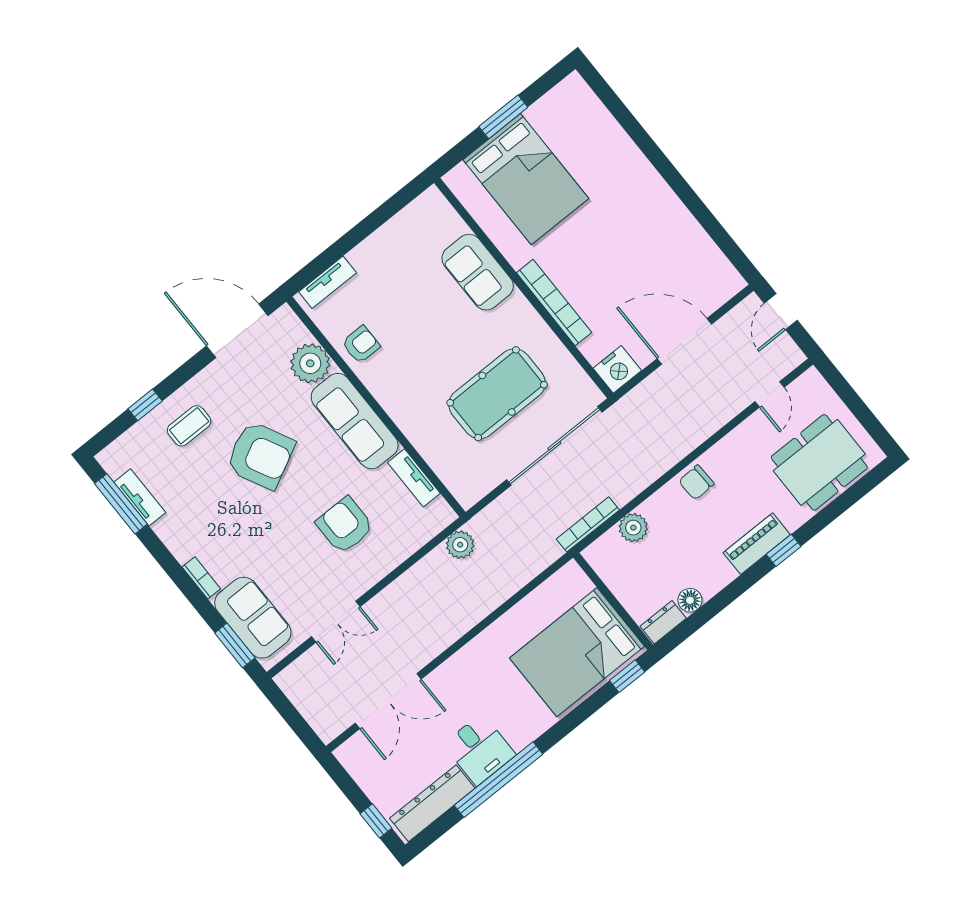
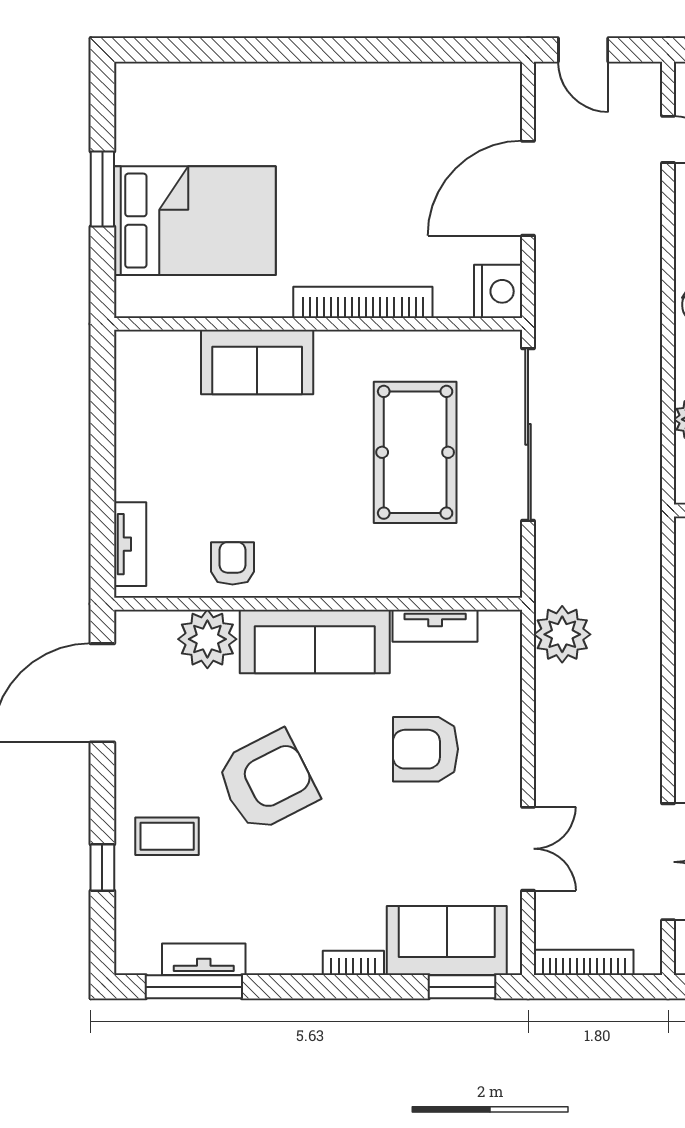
coffee table: (189, 426) -> (167, 836), turned 90
bookcase: (588, 524) -> (584, 962), moved, turned 90
plant: (460, 545) -> (562, 634), width x1.36, depth x1.36

